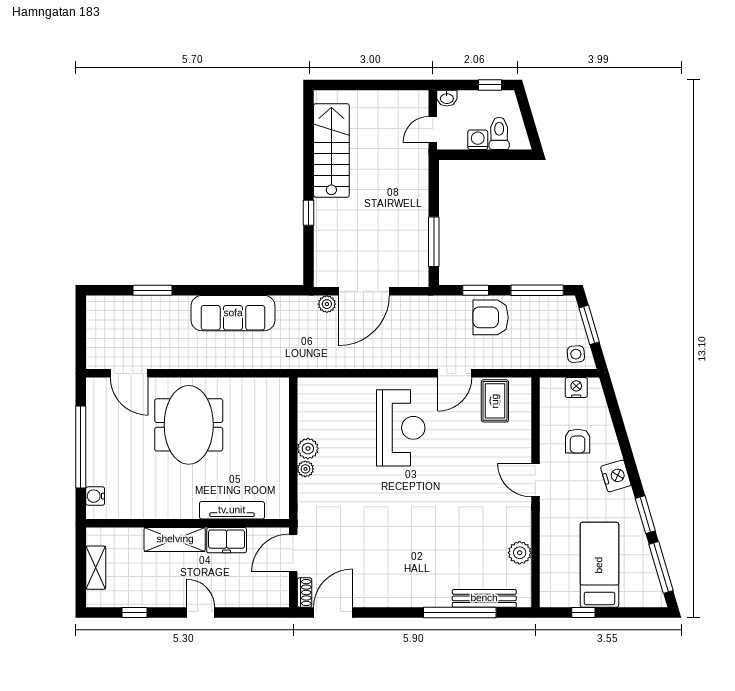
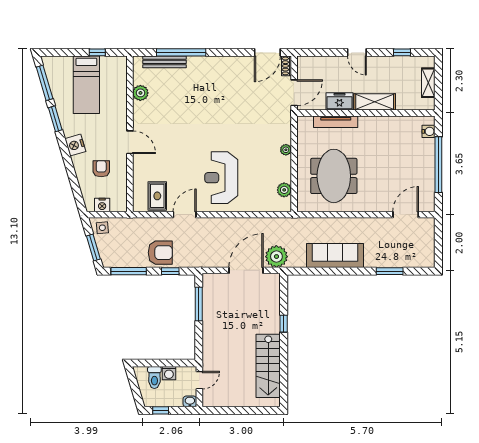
plant: (327, 304) -> (276, 257), width x1.88, depth x1.88
door: (129, 373) -> (406, 215), hinge flipped
meeting table: (189, 425) -> (334, 176), moved
plant: (308, 449) -> (284, 190), moved

